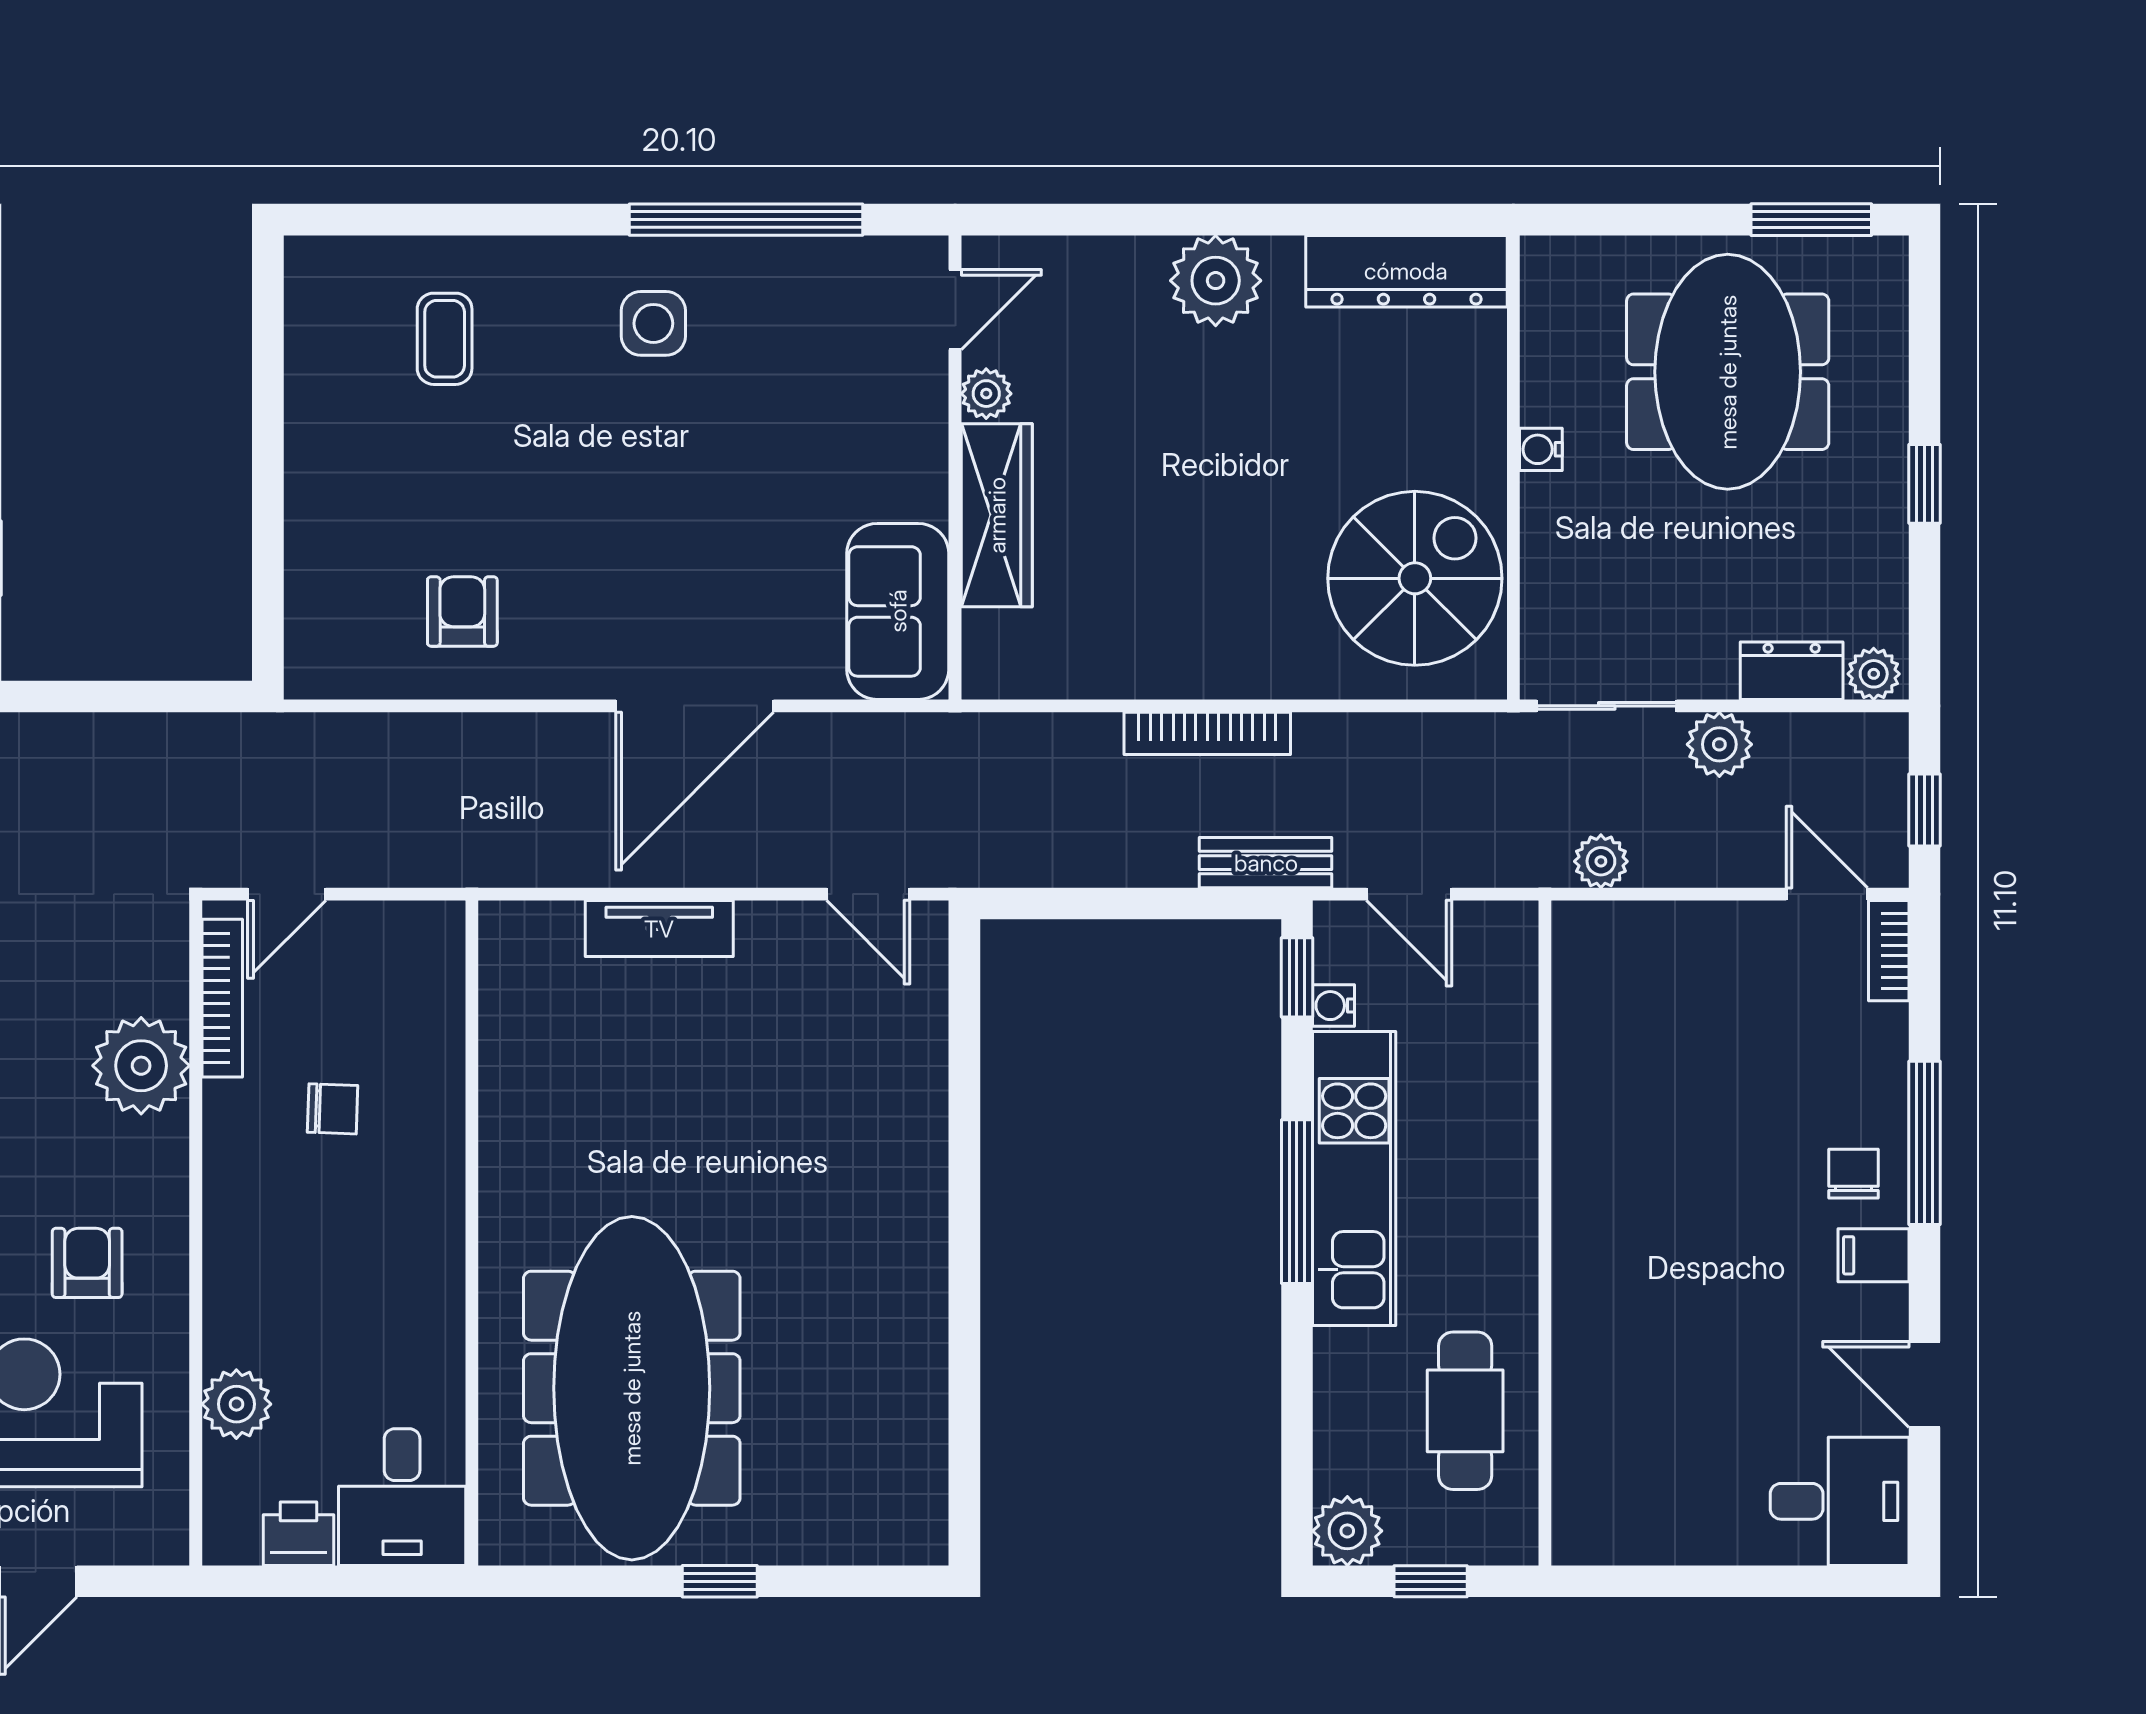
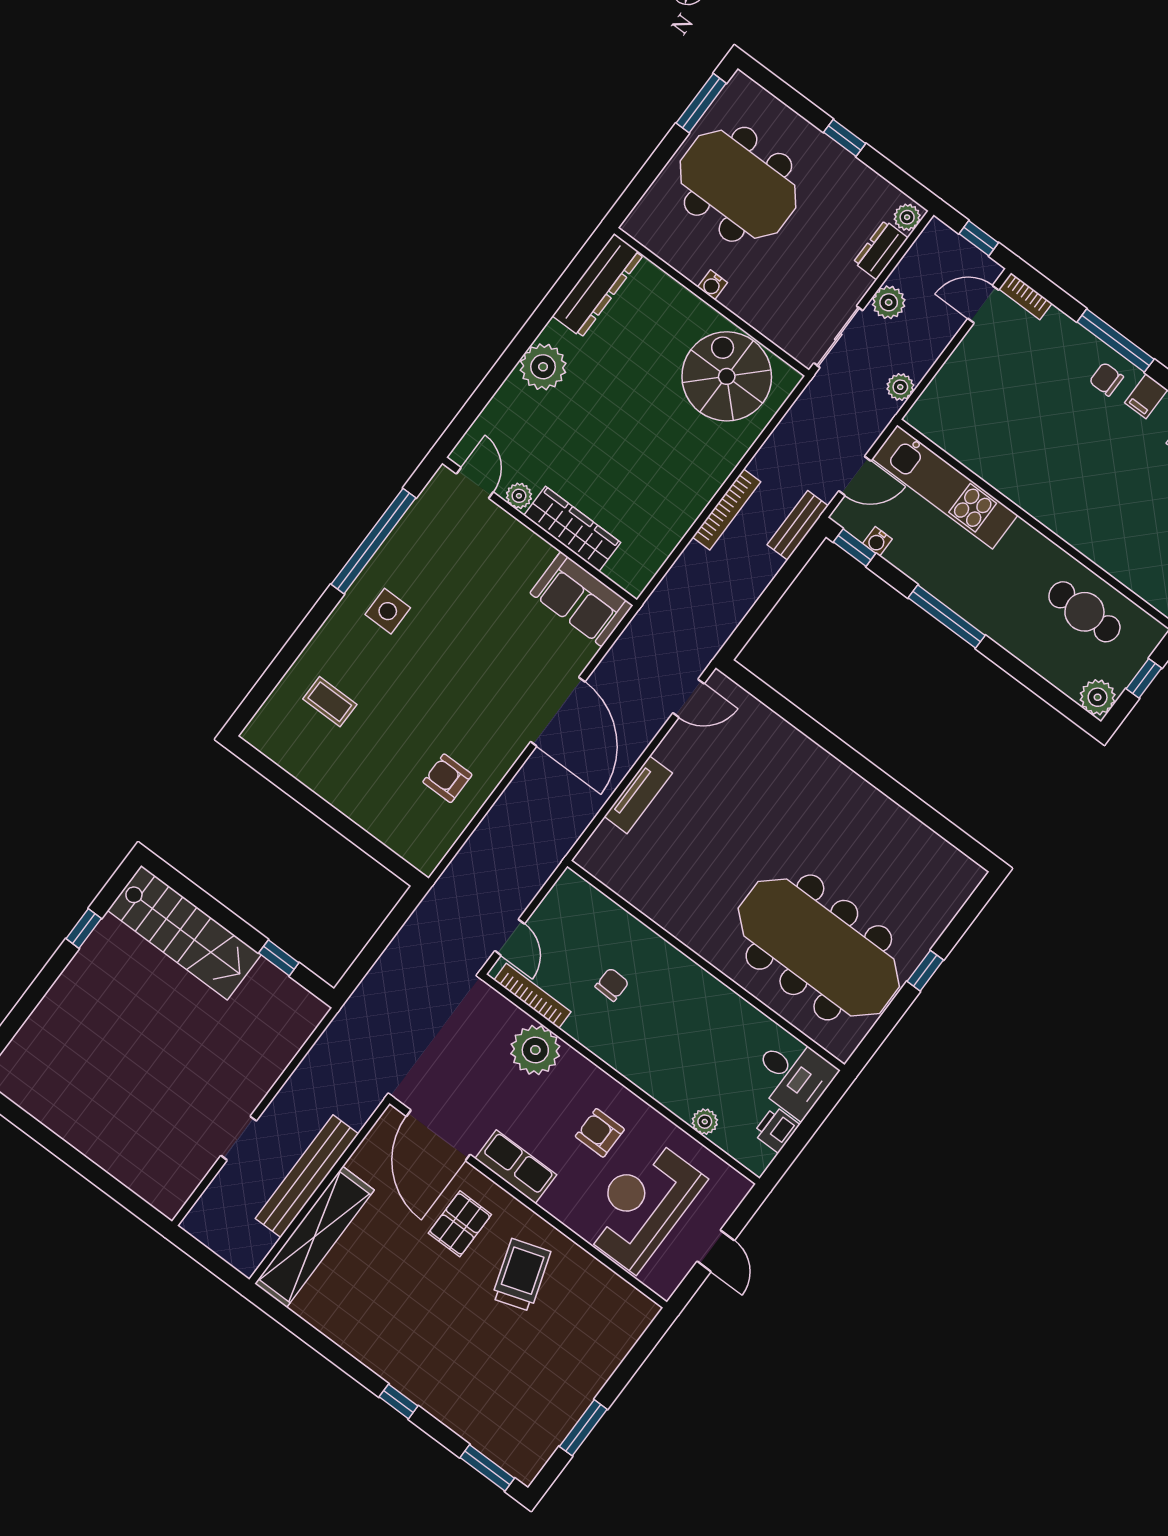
kitchen unit: (1354, 1178) -> (945, 487), moved, turned 180
plant: (236, 1404) -> (705, 1122), width x0.73, depth x0.73

